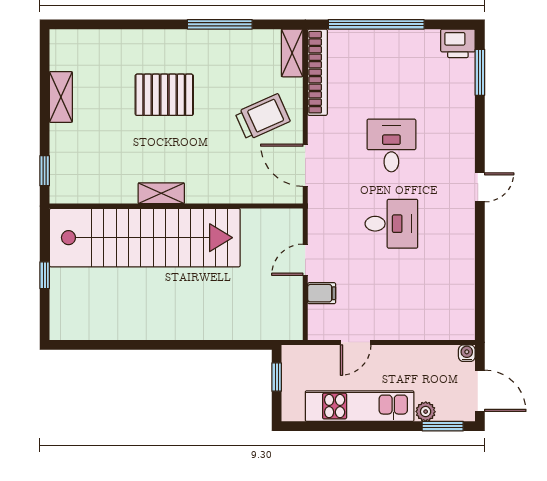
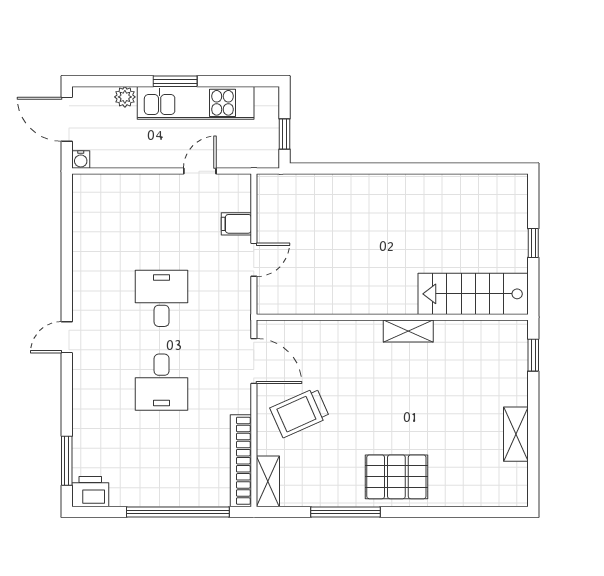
pallet: (164, 95) -> (396, 477), moved
desk: (391, 224) -> (162, 298), turned 90
stairs: (145, 238) -> (473, 294), width x0.54, depth x0.66
window: (443, 426) -> (175, 81), moved

